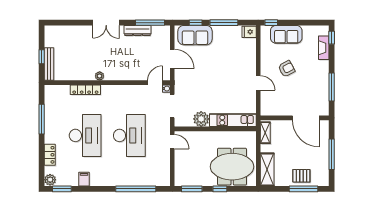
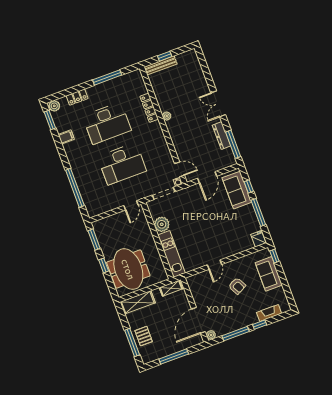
window: (332, 38) -> (260, 325), moved
plant: (324, 111) -> (211, 335), added

